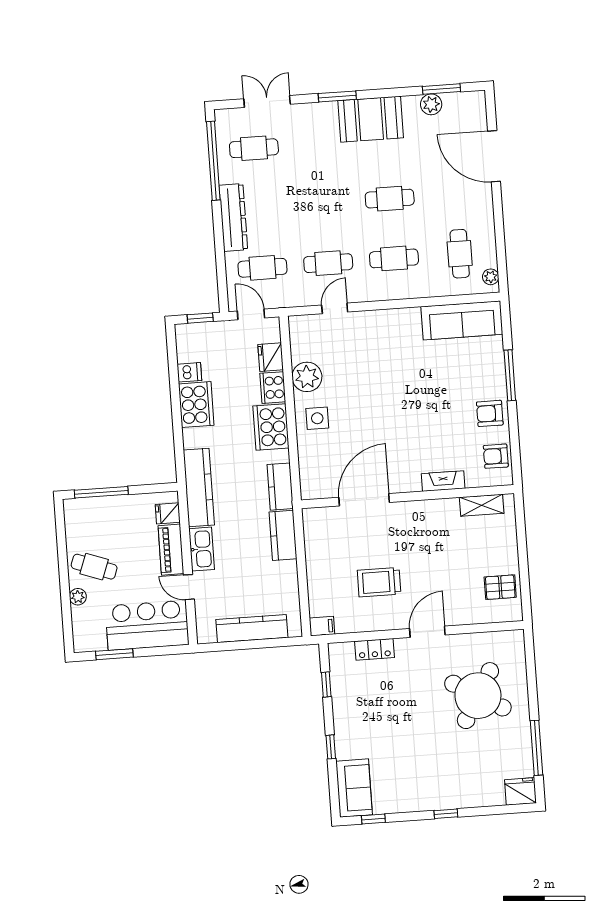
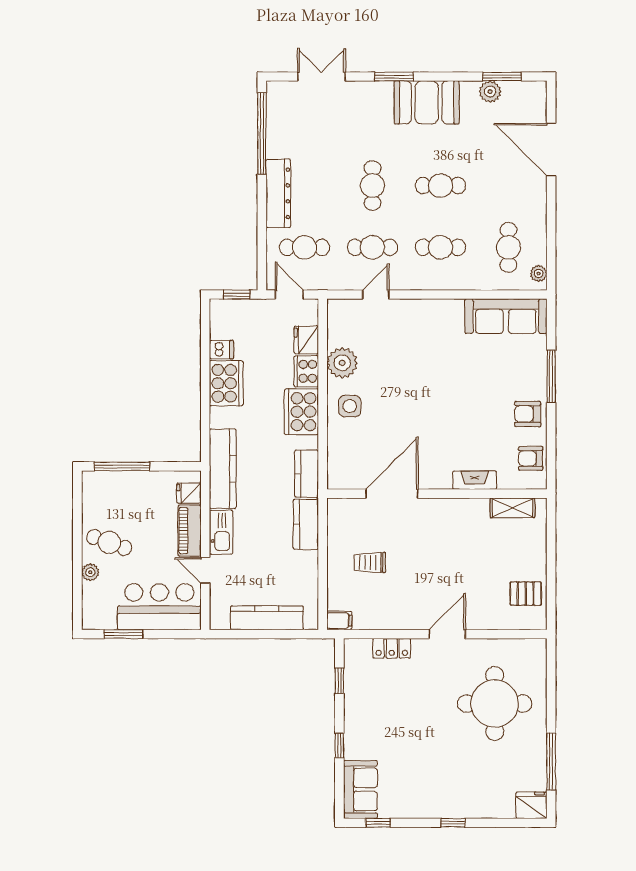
cafe table: (254, 148) -> (372, 186), moved, turned 90
trolley: (379, 582) -> (370, 563), moved, width x0.73, depth x0.72
round table: (478, 696) -> (495, 703), turned -30

